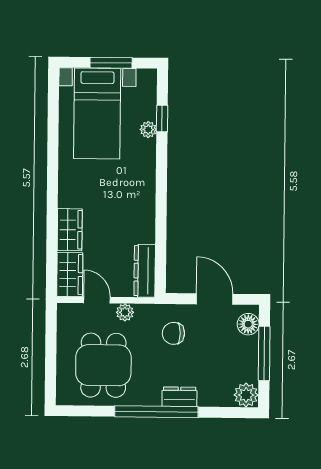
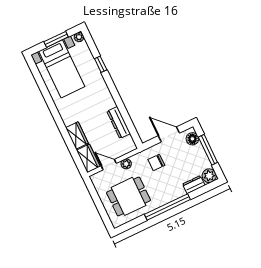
window: (162, 118) -> (101, 64), moved
plant: (148, 130) -> (79, 37), moved
dresser: (145, 271) -> (119, 122), moved
dining table: (103, 365) -> (128, 196), turned 90
dresser: (179, 397) -> (194, 185), moved

